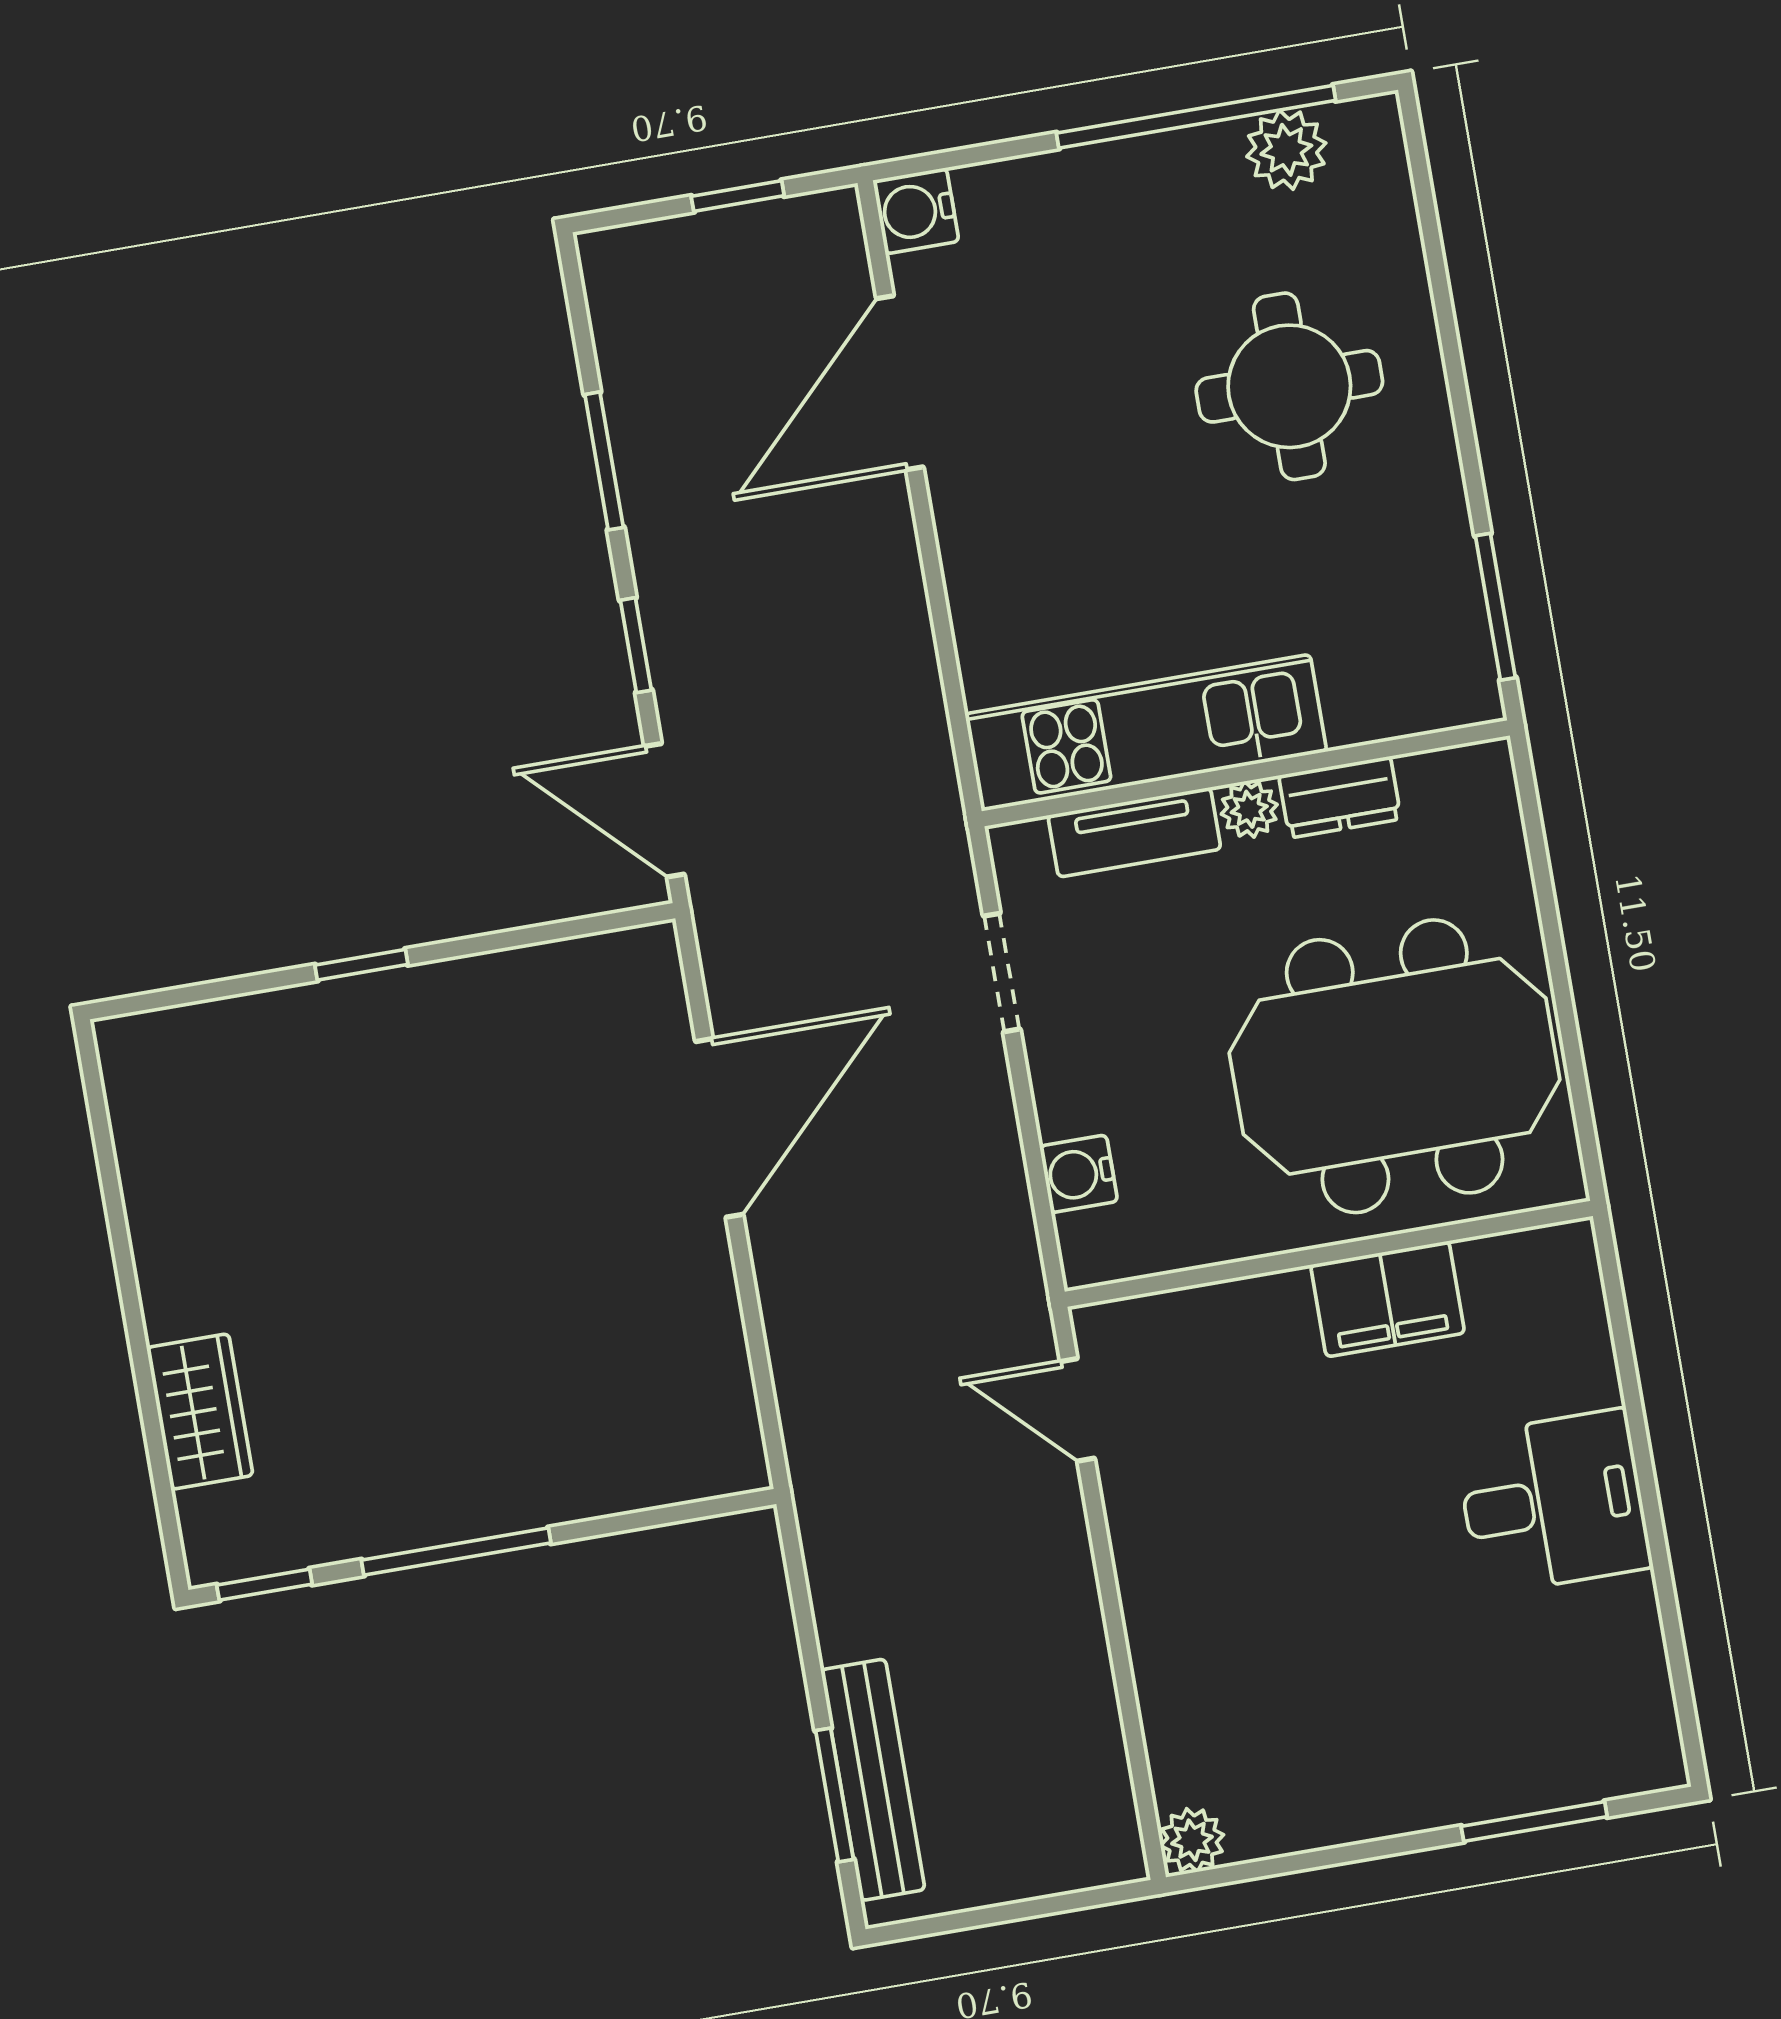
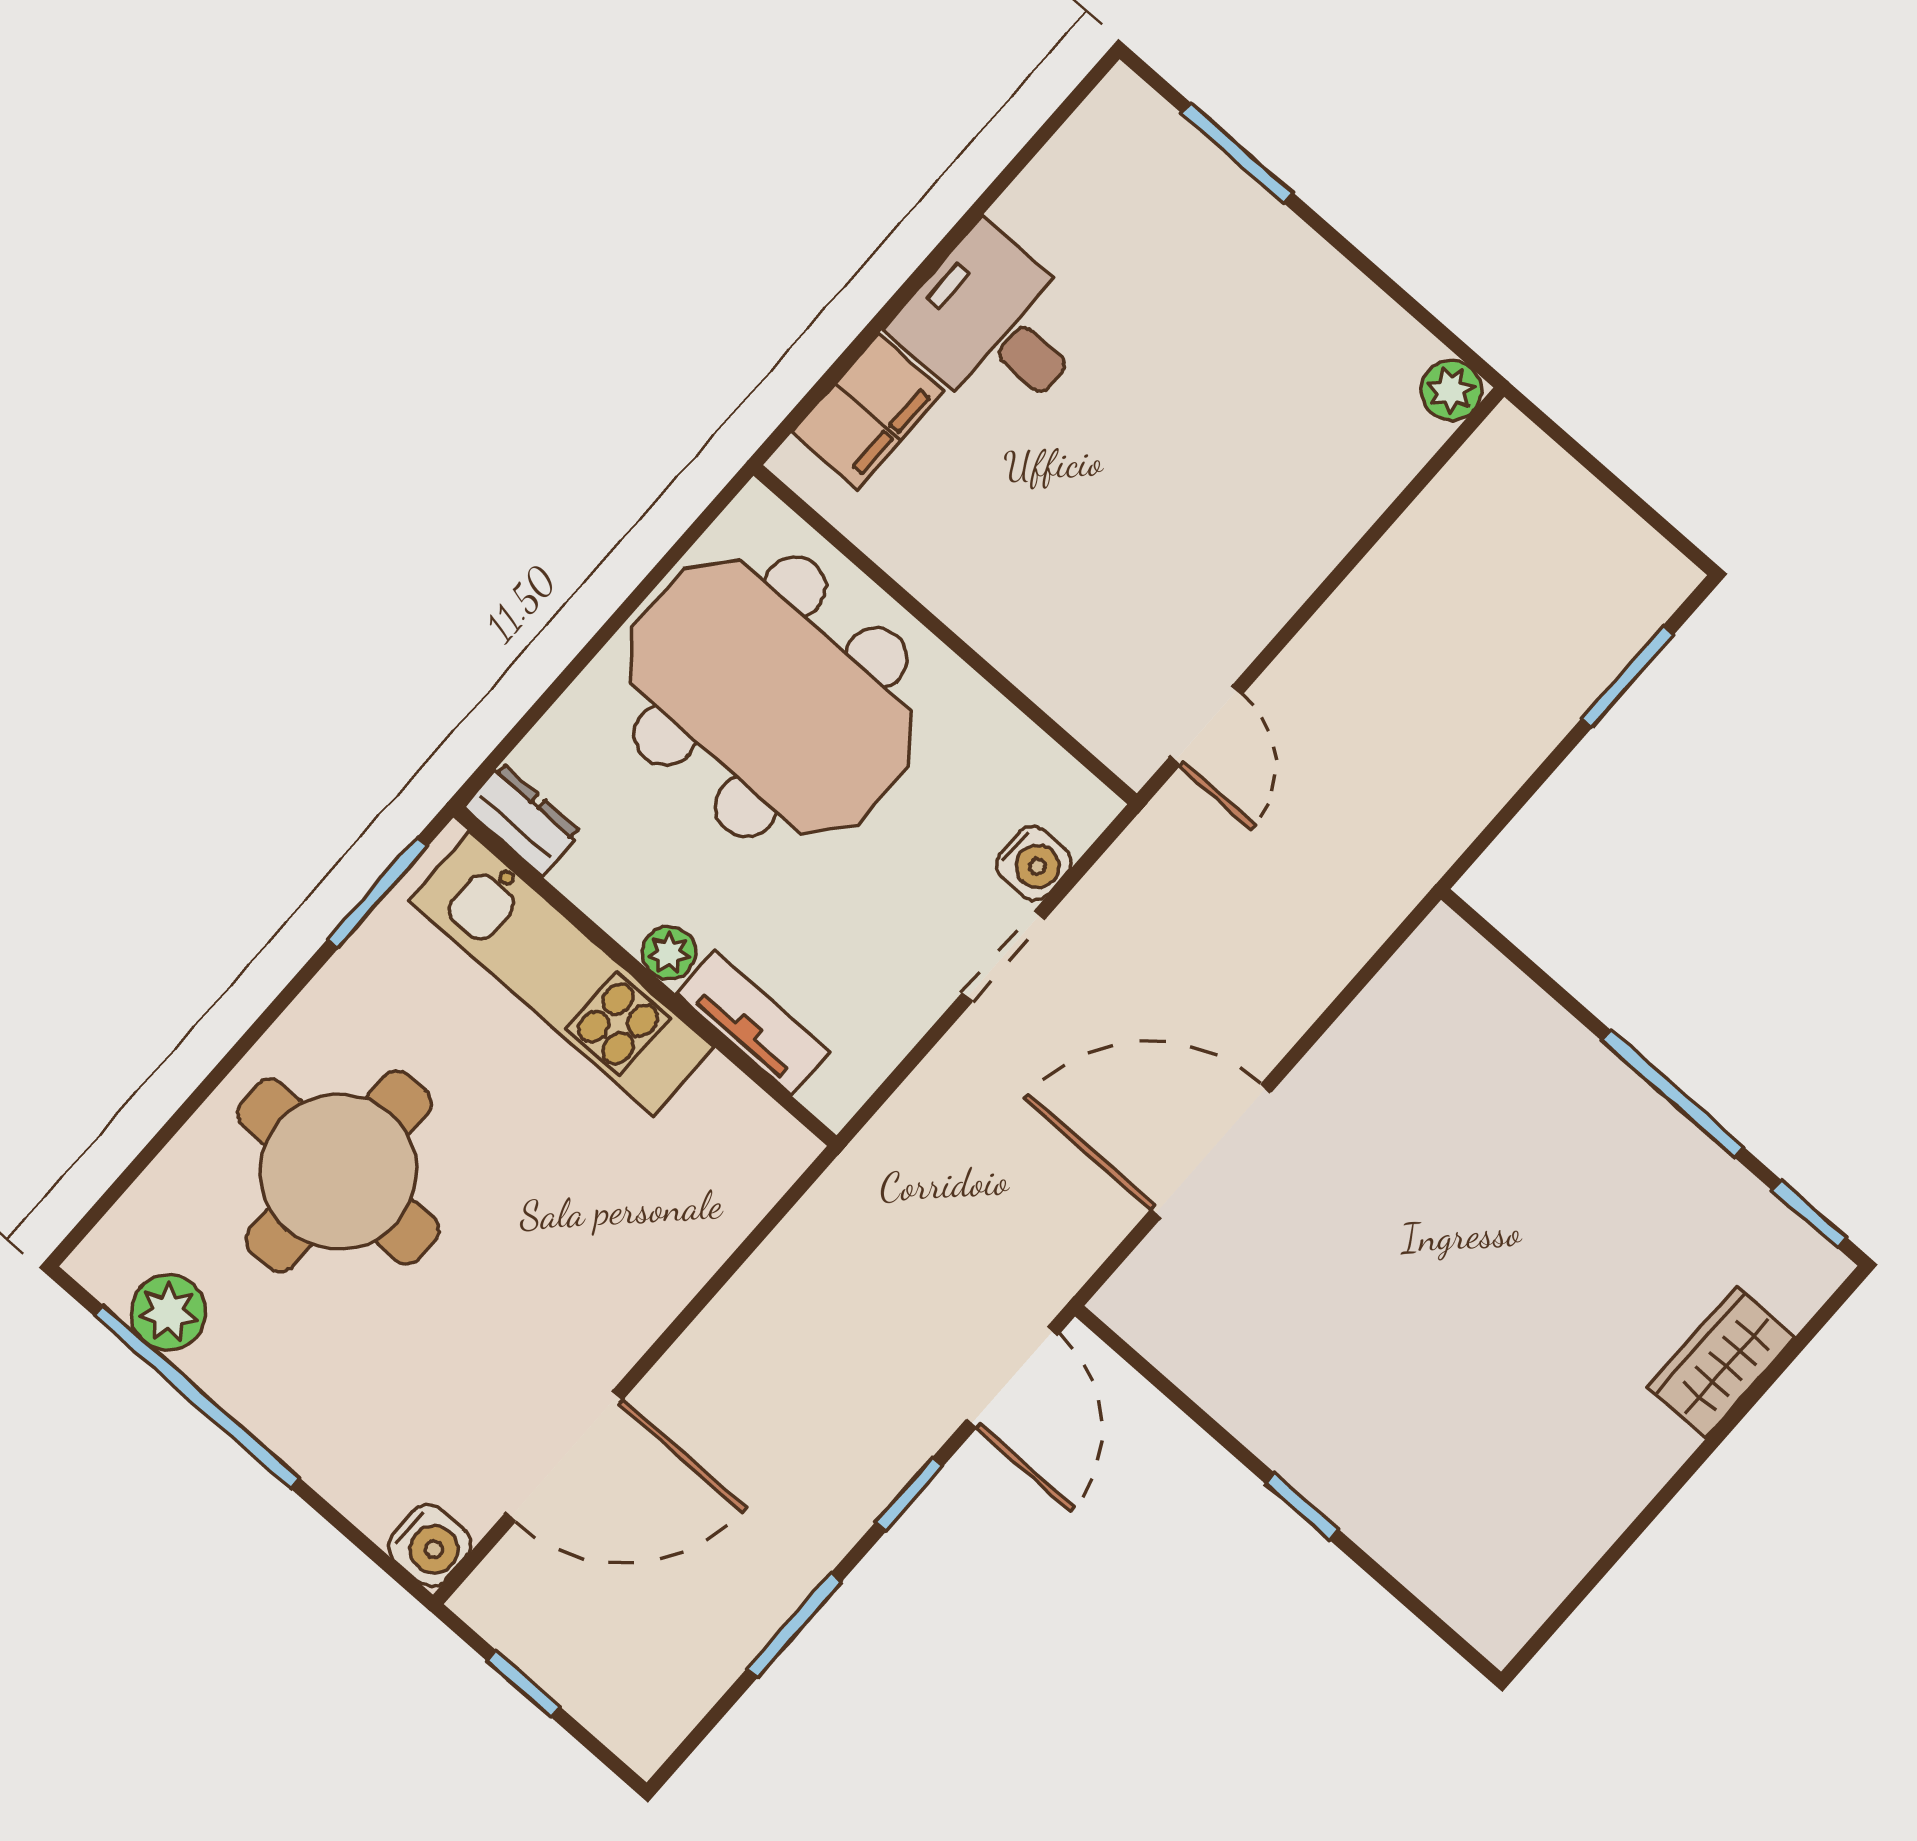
round table: (1289, 386) -> (338, 1172), width x1.36, depth x1.36
kitchen unit: (1146, 733) -> (561, 974), moved
dresser: (1340, 797) -> (522, 819), moved
doorway: (1002, 973) -> (1004, 956), moved
filing cabinet: (1388, 1299) -> (868, 412), moved, turned 90
bench: (873, 1780) -> (1594, 657), removed

